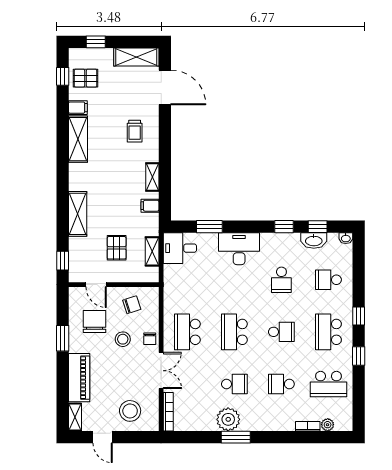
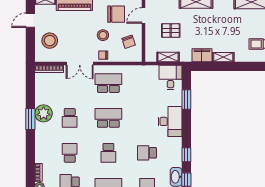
filing cabinet: (150, 206) -> (202, 55), width x2.00

